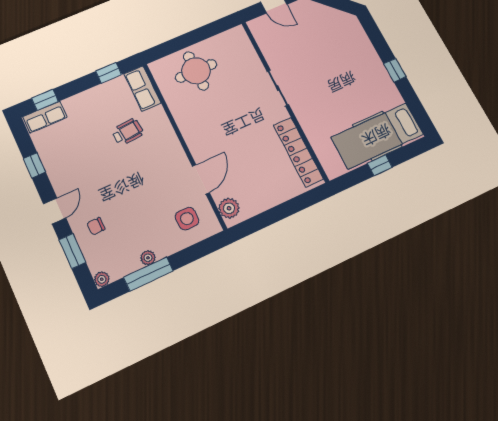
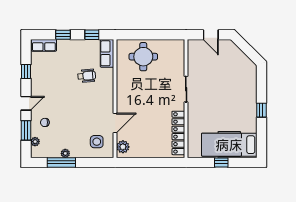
window: (45, 100) -> (63, 35), moved
plant: (102, 279) -> (35, 142), moved

